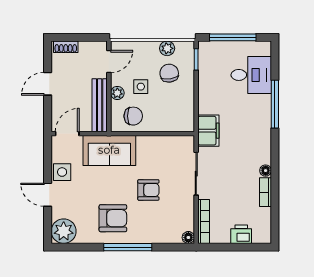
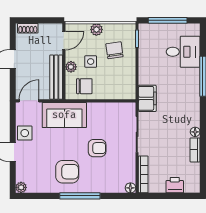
plant: (167, 48) -> (96, 29), moved
plant: (64, 231) -> (21, 187), width x0.53, depth x0.53

